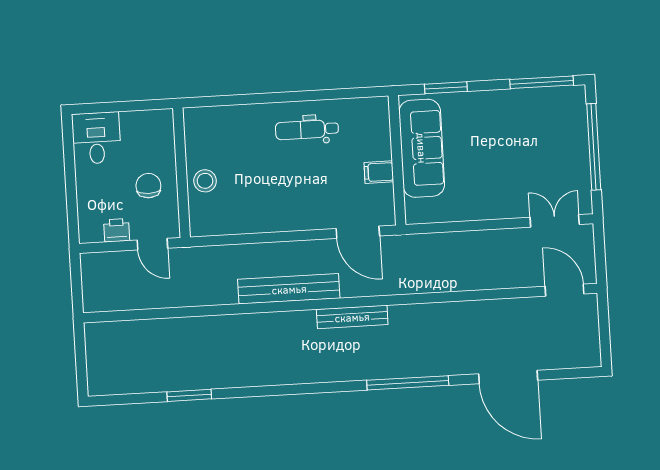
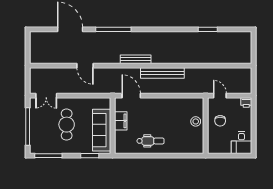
cafe table: (504, 156) -> (67, 125), added
filing cabinet: (379, 172) -> (121, 121), width x2.00
printer: (117, 230) -> (246, 102), moved
door: (565, 290) -> (85, 66), moved

